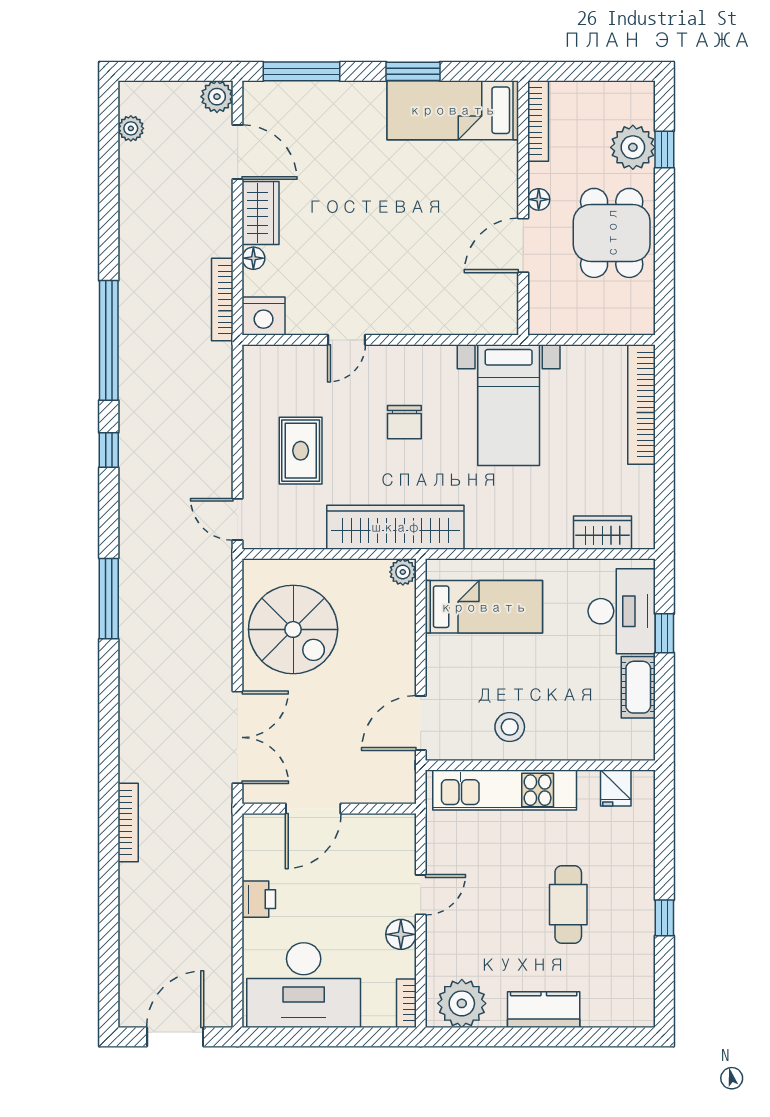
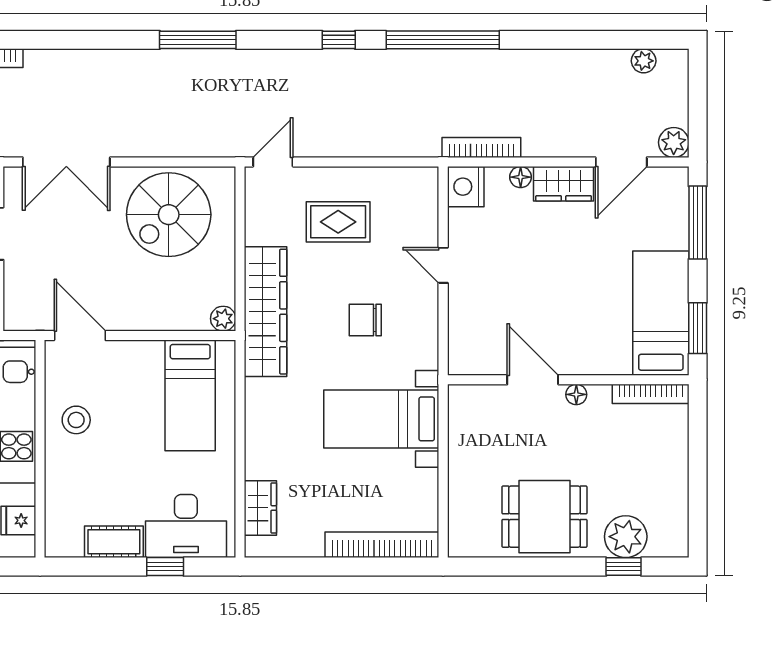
bed: (453, 110) -> (661, 313), moved
bookcase: (538, 121) -> (651, 394), moved
floor lamp: (539, 199) -> (576, 394), moved
wall: (523, 208) -> (568, 380), moved
door: (523, 245) -> (533, 380), moved

